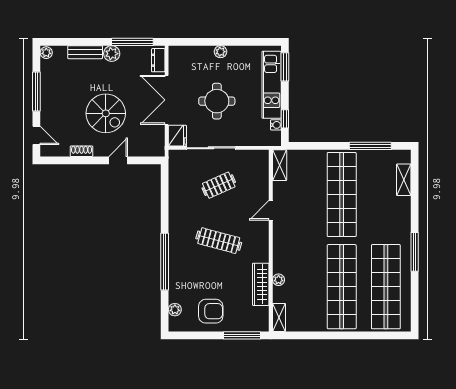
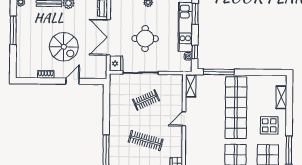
door: (36, 135) -> (13, 62), removed
window: (370, 146) -> (219, 72), moved
display table: (387, 218) -> (269, 125), added

